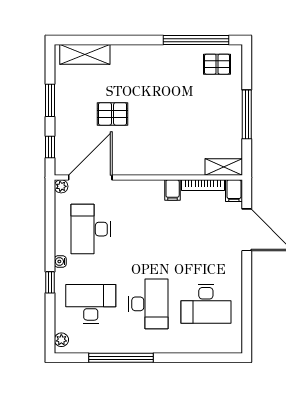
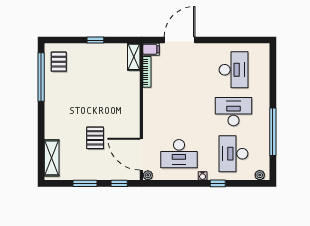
window: (247, 114) -> (95, 40), width x0.46
filing cabinet: (173, 190) -> (150, 94), removed

